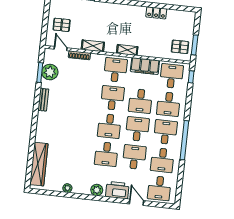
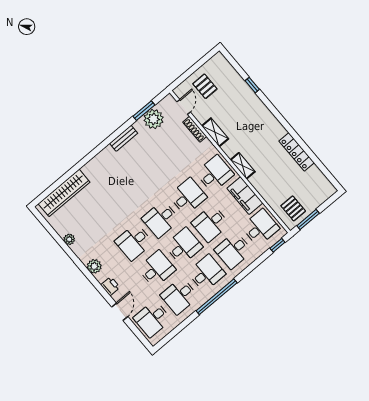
locker: (156, 13) -> (297, 152), width x1.53
printer: (117, 190) -> (110, 286), width x0.53, depth x0.68

